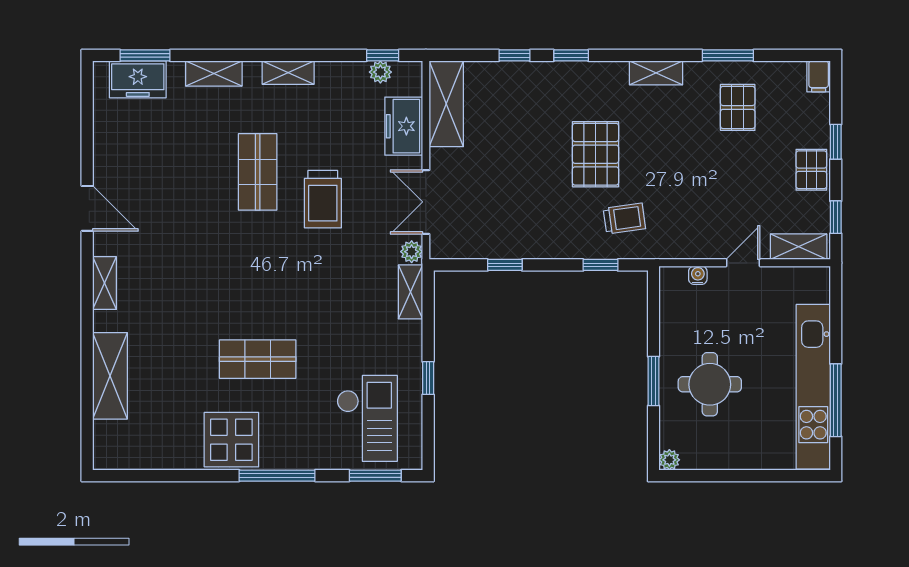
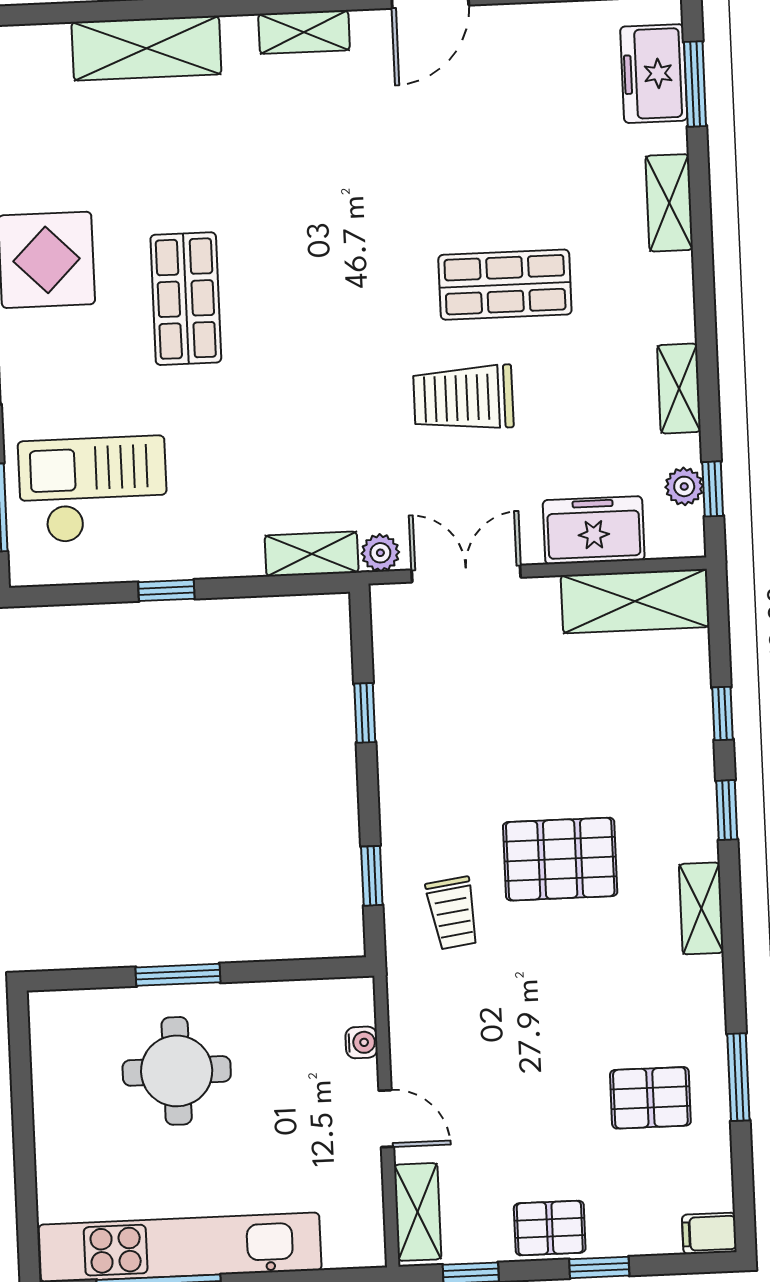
shelving: (288, 73) -> (679, 389), moved
shelving: (656, 73) -> (701, 908), moved
checkout: (367, 418) -> (93, 490), turned 180
plant: (669, 460) -> (45, 1008), removed

